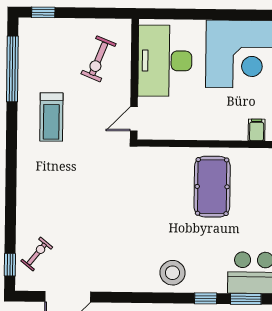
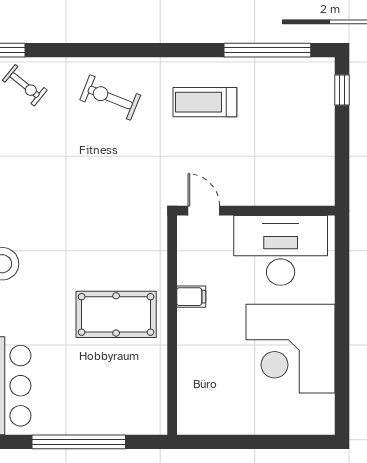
exercise bike: (99, 59) -> (110, 98), moved
filing cabinet: (257, 130) -> (191, 297), moved

